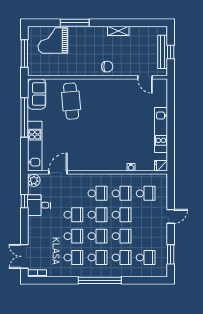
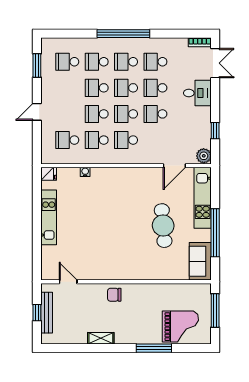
cafe table: (71, 101) -> (163, 226), moved
desk: (39, 205) -> (197, 93), moved

